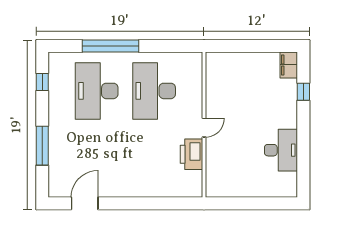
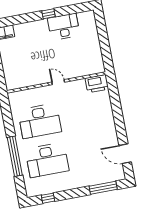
window: (303, 92) -> (48, 14), moved
window: (42, 146) -> (103, 188), moved
printer: (191, 154) -> (97, 84), moved

